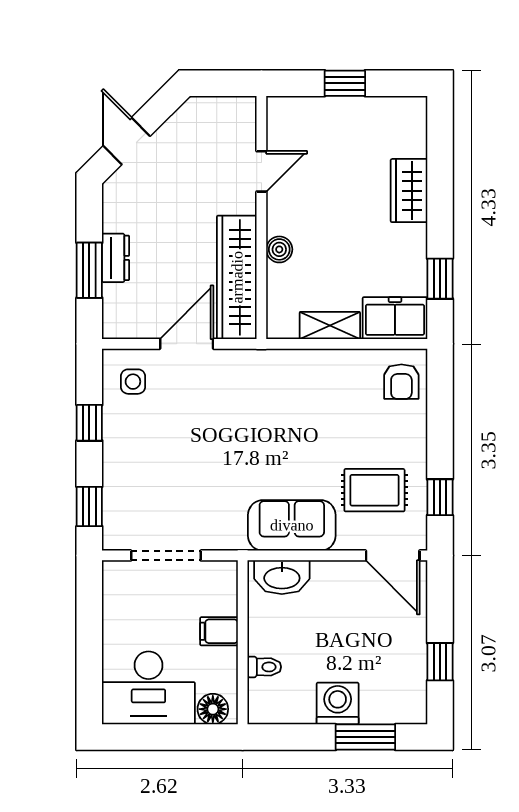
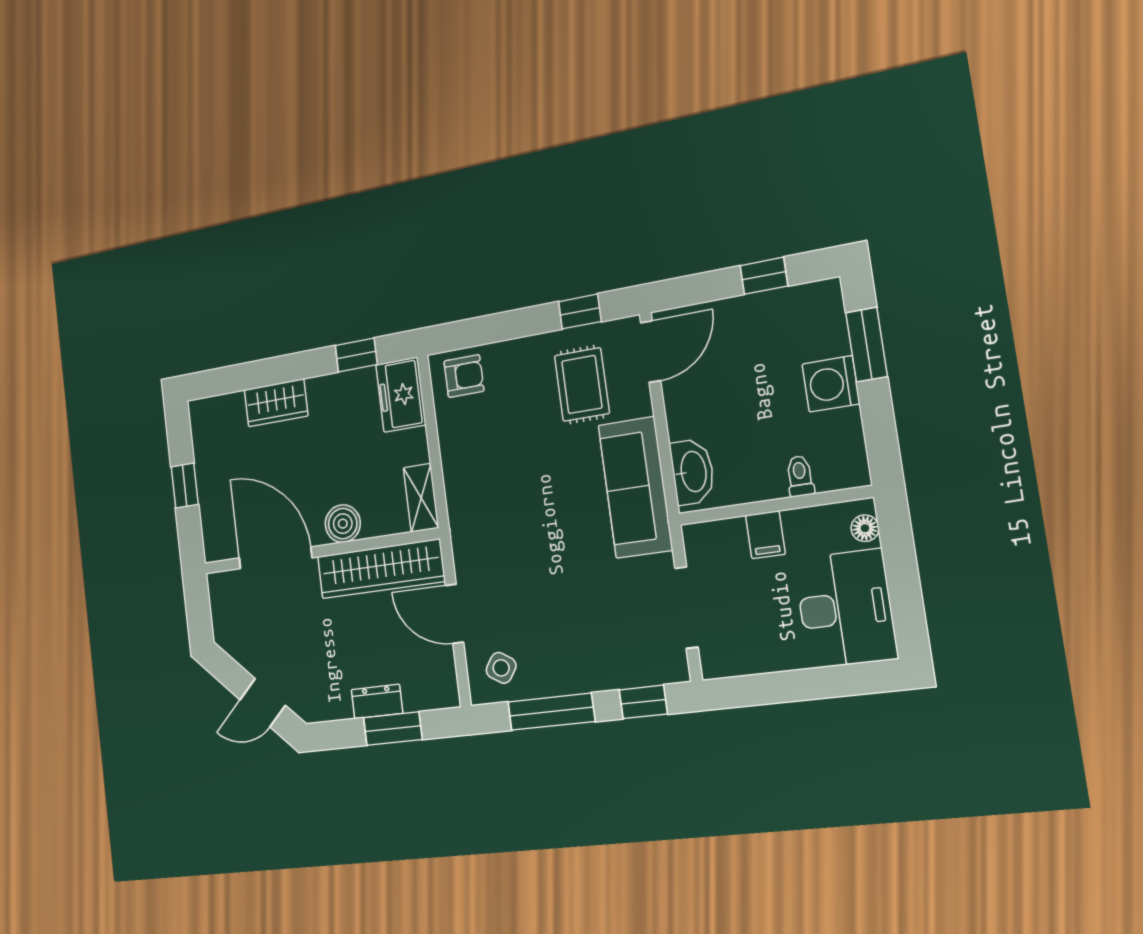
door: (261, 171) -> (275, 558), width x1.88
boiler: (279, 249) -> (343, 524), width x1.36, depth x1.36
shelving: (330, 325) -> (421, 498), moved
side table: (133, 382) -> (501, 668), turned 33
window: (89, 423) -> (551, 712), width x2.17
sofa: (292, 525) -> (635, 487), width x1.36
floor lamp: (213, 709) -> (865, 528), width x0.73, depth x0.73

